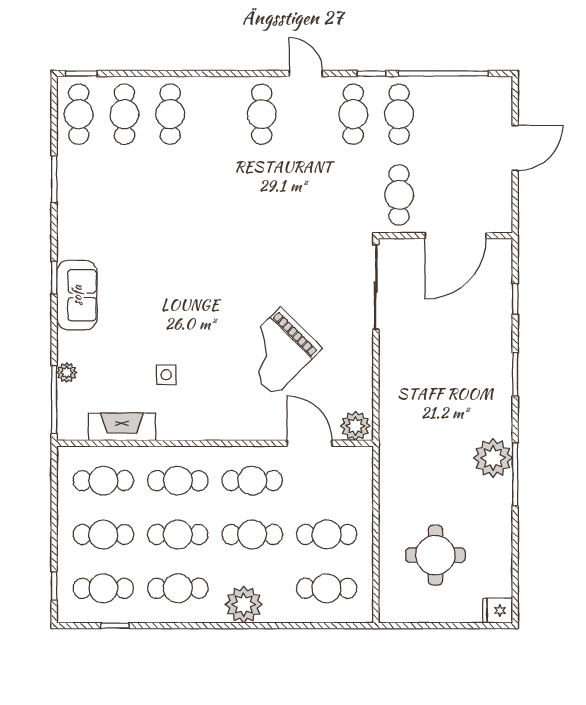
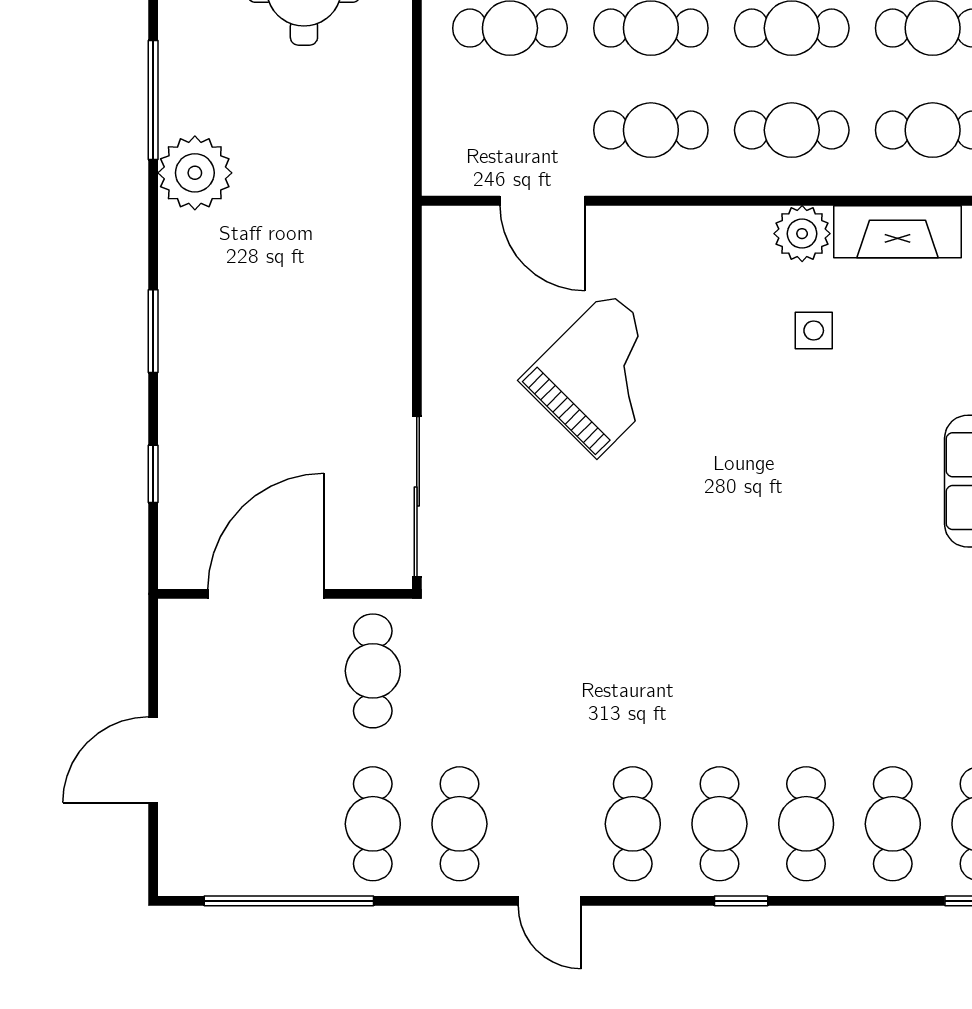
window: (371, 73) -> (741, 901), moved
cafe table: (216, 114) -> (719, 824), added
plant: (355, 426) -> (802, 234), moved
window: (515, 474) -> (153, 100), moved

